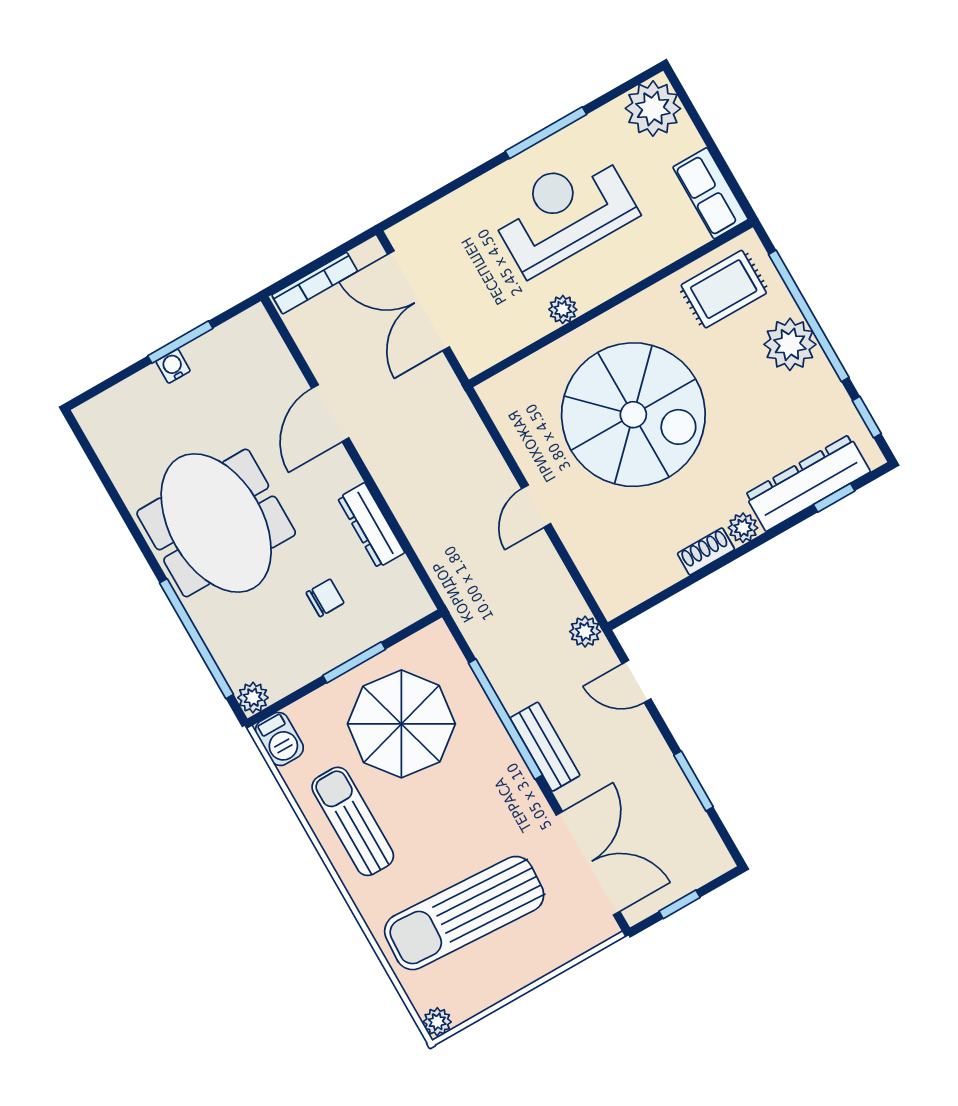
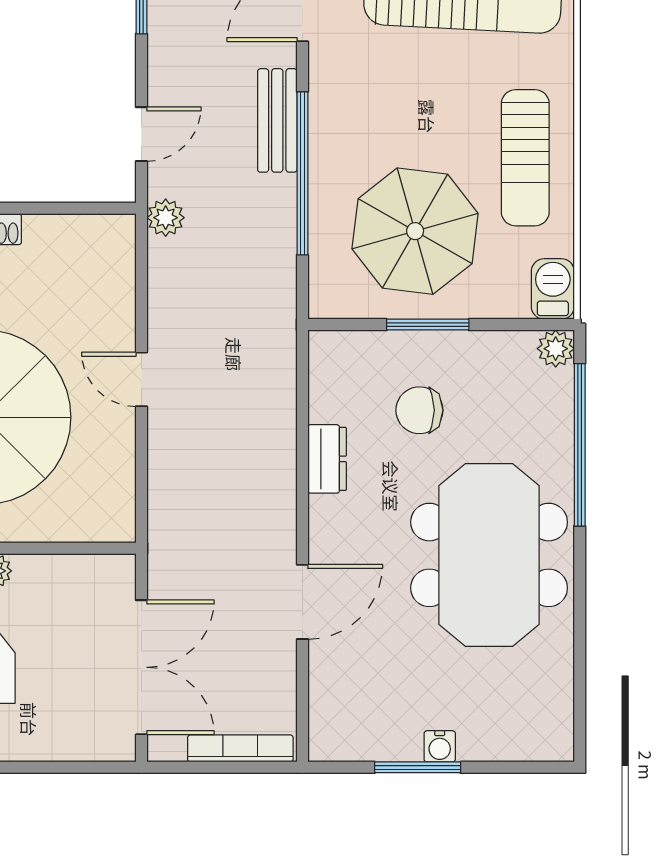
door: (536, 506) -> (141, 379), swing flipped
dresser: (371, 525) -> (327, 459), width x0.70
chair: (325, 598) -> (419, 410), width x1.37, depth x1.37
door: (636, 681) -> (141, 134), hinge flipped

